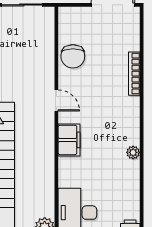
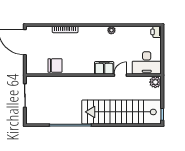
door: (56, 101) -> (120, 75), moved

